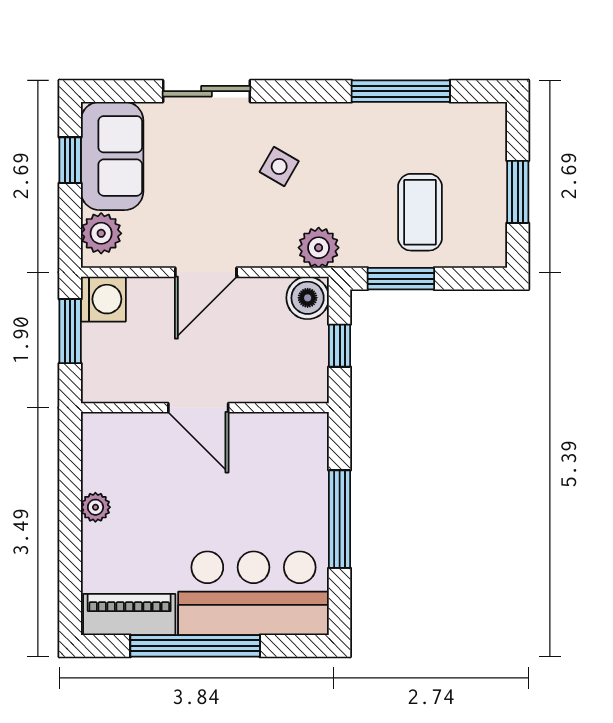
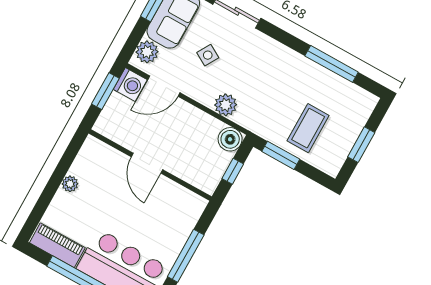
side table: (279, 167) -> (208, 55), moved
plant: (319, 248) -> (226, 105), moved
door: (206, 272) -> (164, 86), moved

